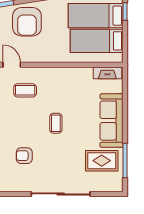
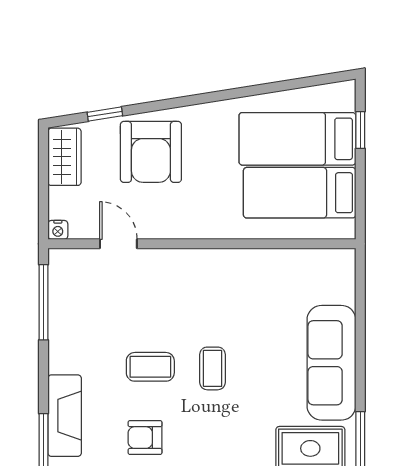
fireplace: (107, 73) -> (323, 261), removed
coffee table: (25, 90) -> (150, 367), moved

